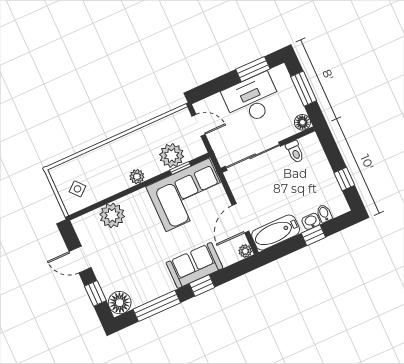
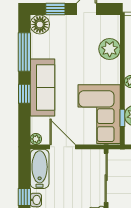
sofa: (194, 265) -> (42, 87), width x1.36

